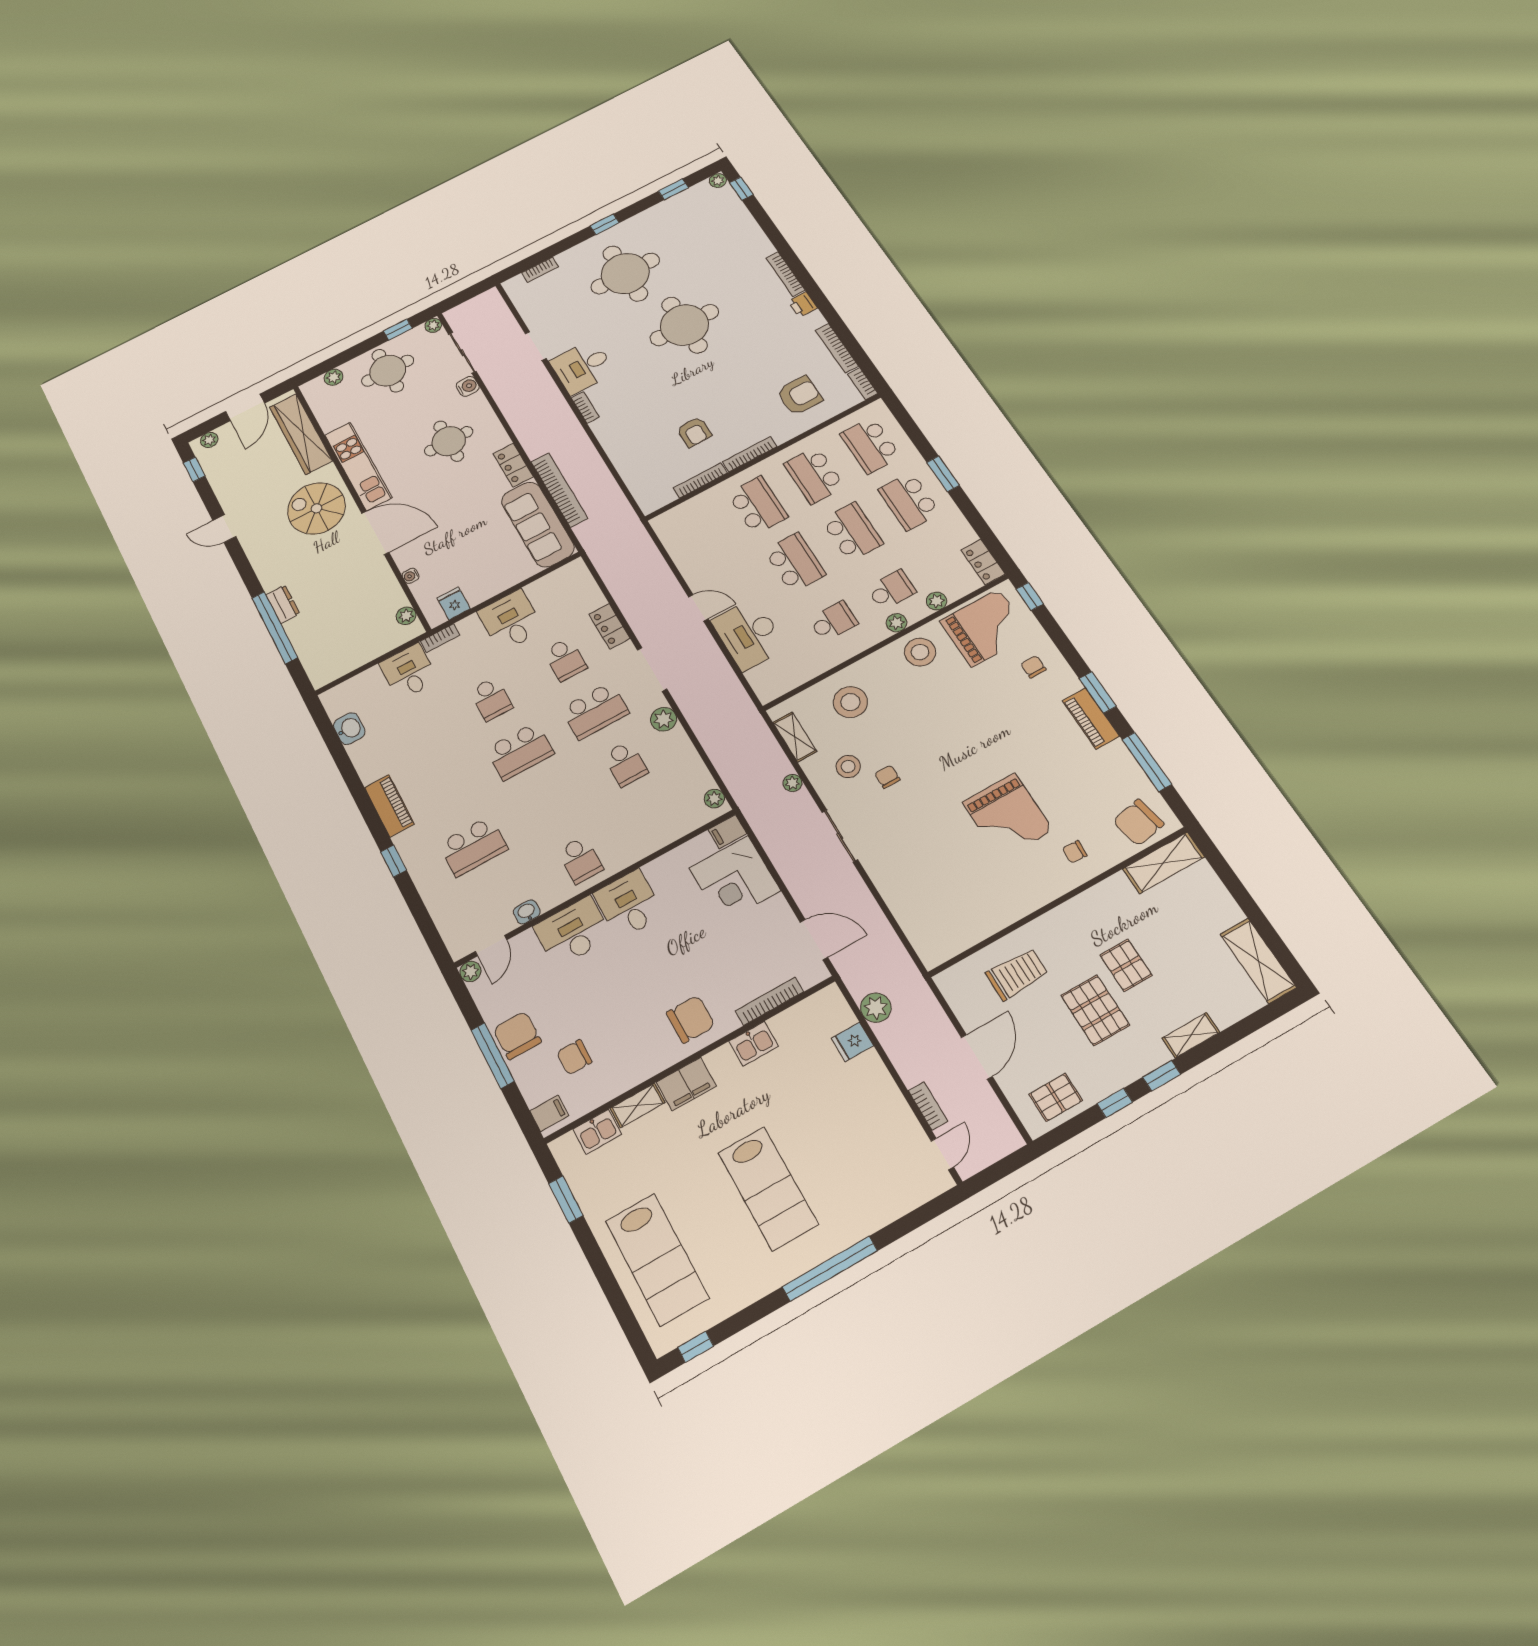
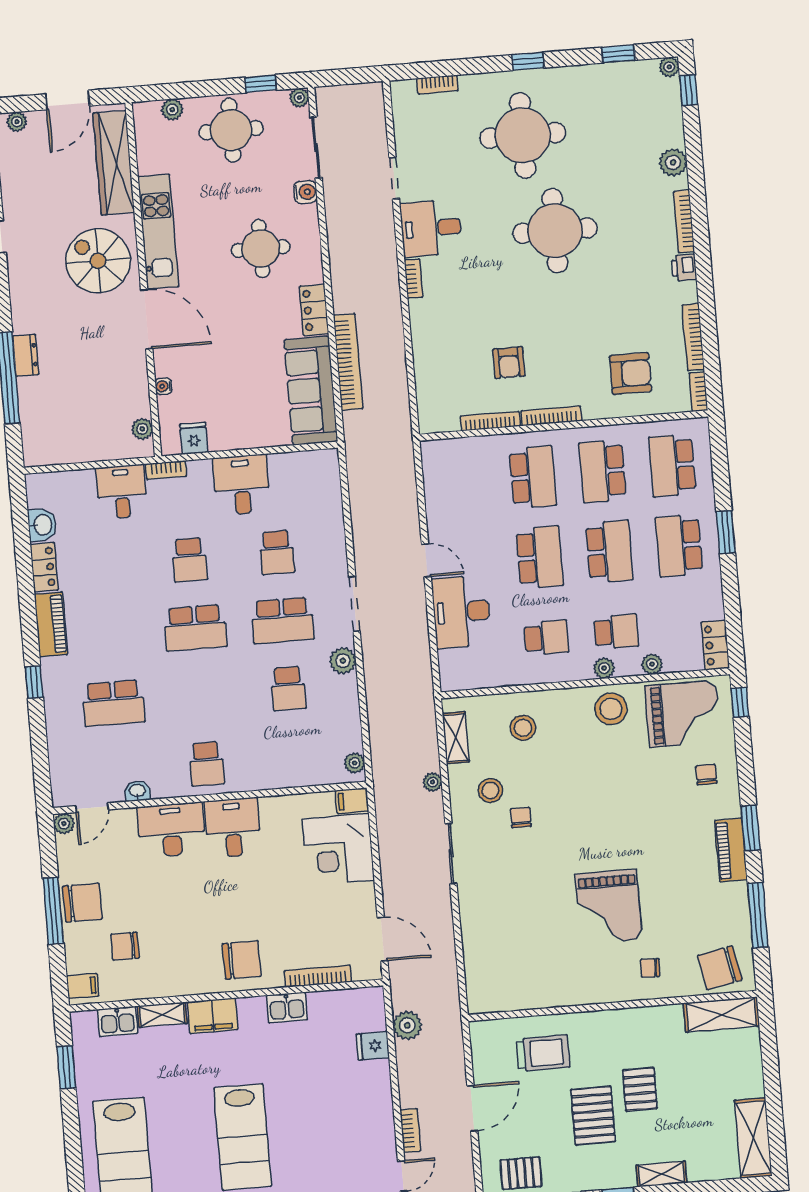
plant: (755, 240) -> (673, 162), added
locker: (609, 626) -> (44, 567), moved, turned 180
stool: (850, 702) -> (523, 728), width x0.73, depth x0.73
chair: (517, 1035) -> (82, 903), turned 90

